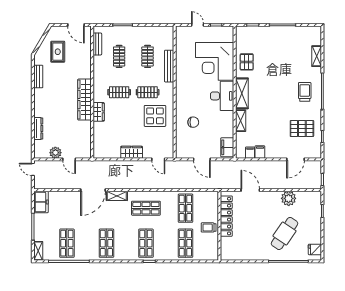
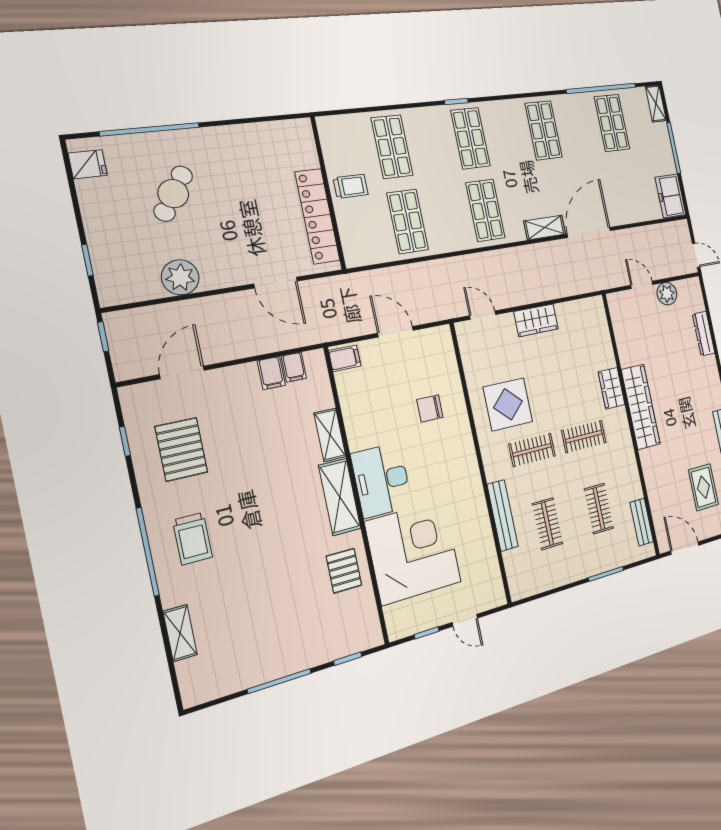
pallet: (302, 128) -> (181, 449), turned 90
filing cabinet: (227, 147) -> (345, 358), width x0.50
shop shelf: (146, 208) -> (485, 210), turned 90
cafe table: (285, 233) -> (173, 194), width x0.73, depth x0.74

